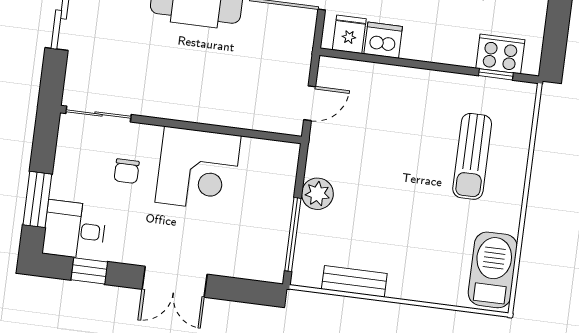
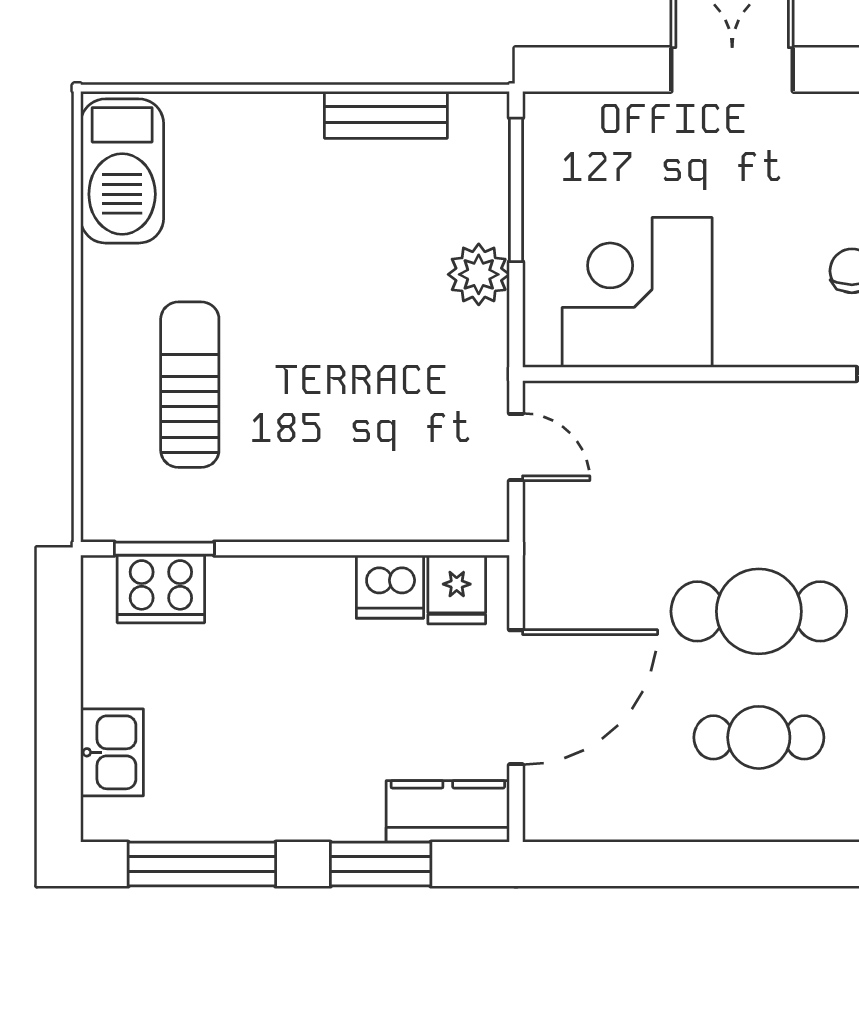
window: (496, 74) -> (164, 549), width x1.50
door: (310, 103) -> (516, 447), swing flipped
corner desk: (198, 169) -> (637, 292), moved

